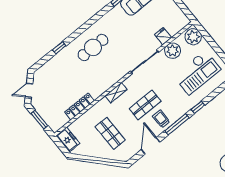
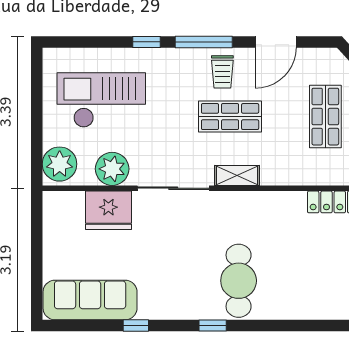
fridge: (163, 36) -> (108, 210), width x1.88, depth x1.34
cafe table: (93, 47) -> (239, 281), turned 90
window: (59, 48) -> (213, 326), moved
shelving: (116, 93) -> (237, 175), moved

